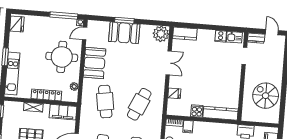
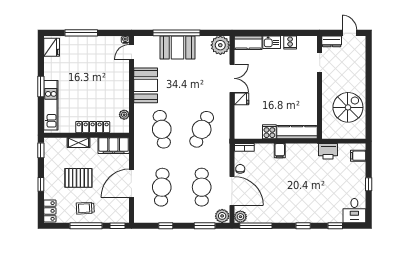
window: (64, 15) -> (81, 33), moved
window: (124, 20) -> (176, 33), width x2.11
kitchen sink: (234, 37) -> (272, 42), moved
round table: (62, 57) -> (107, 81), removed
fridge: (174, 93) -> (241, 99), moved
spiral stairs: (266, 96) -> (348, 107), turned 90
filing cabinet: (188, 127) -> (280, 151), moved

